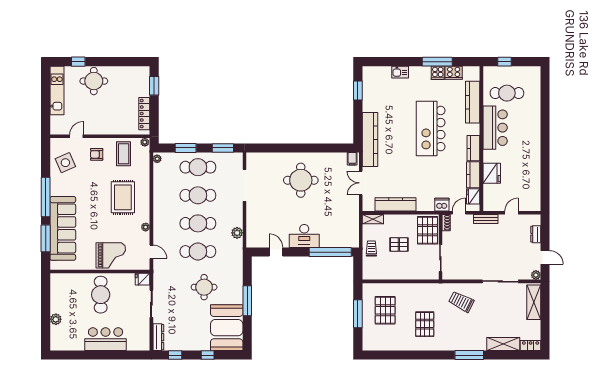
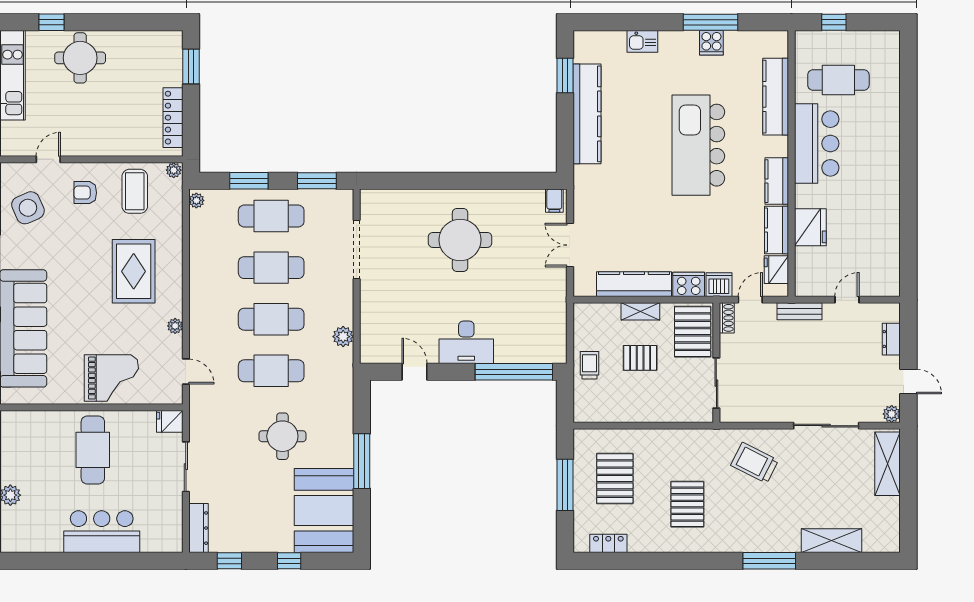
cooker: (454, 73) -> (689, 284), moved, turned 180
kitchen counter: (370, 139) -> (587, 114), moved
shelving: (373, 219) -> (640, 311), moved
locker: (531, 346) -> (608, 543), moved

